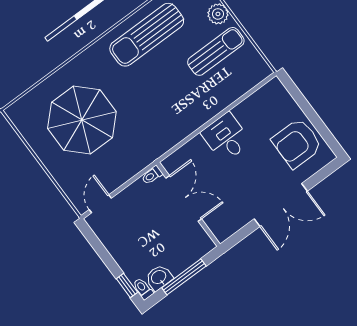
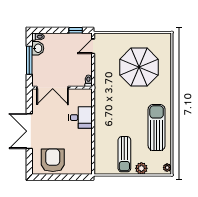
desk: (226, 137) -> (80, 118), moved
double door: (184, 198) -> (53, 88), moved
door: (100, 204) -> (93, 46), swing flipped
window: (127, 286) -> (76, 30), moved

